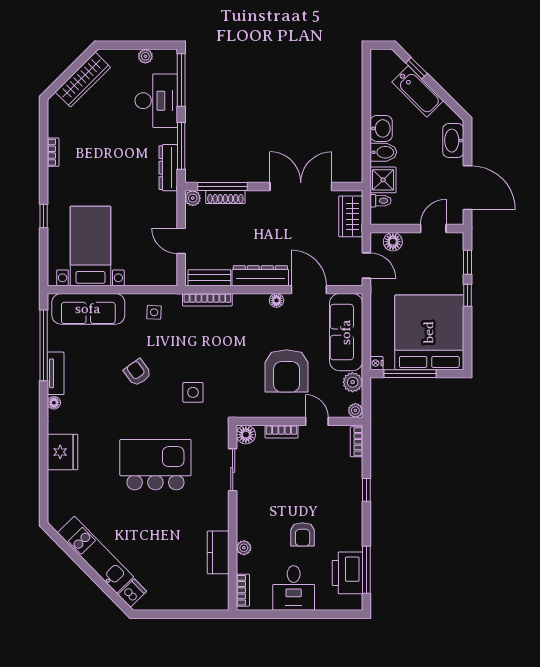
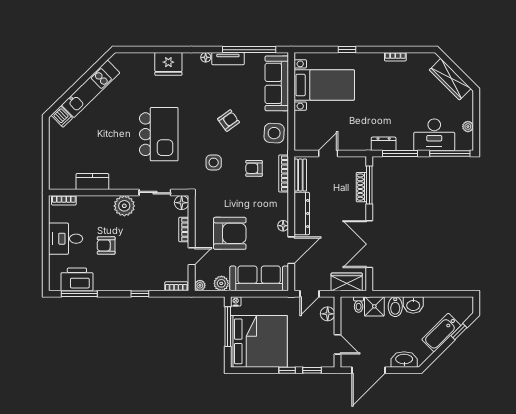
dresser: (168, 168) -> (384, 144), width x0.70
double door: (301, 186) -> (369, 244), swing flipped
plant: (193, 198) -> (361, 162), removed
side table: (154, 312) -> (274, 133), width x1.87, depth x1.87
armchair: (201, 339) -> (254, 168), added
armchair: (287, 371) -> (230, 233), turned 180
plant: (244, 548) -> (124, 206), moved, width x1.88, depth x1.88

